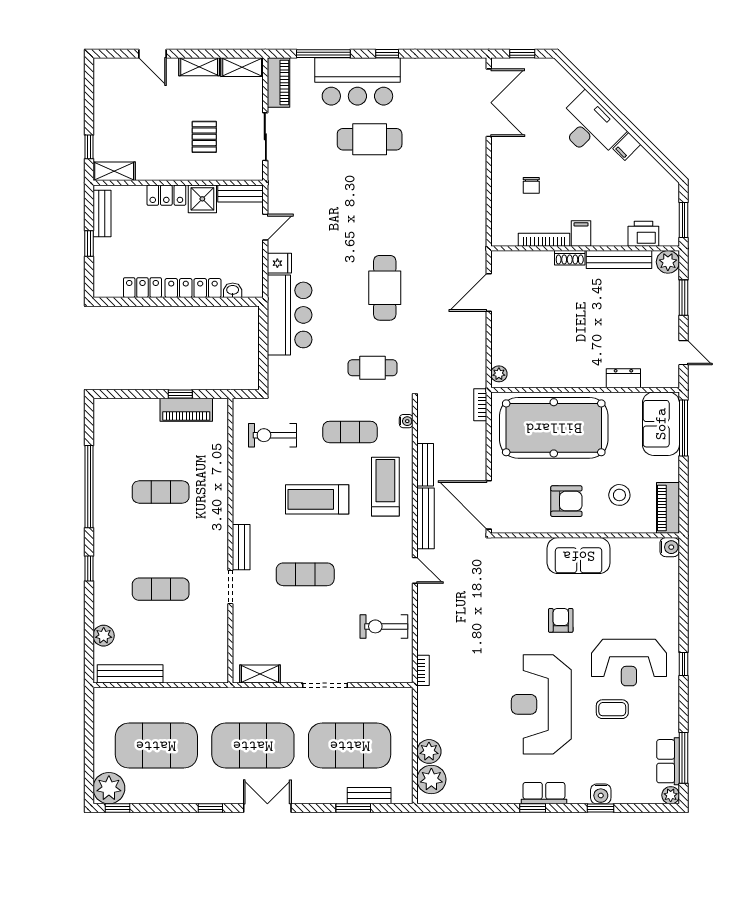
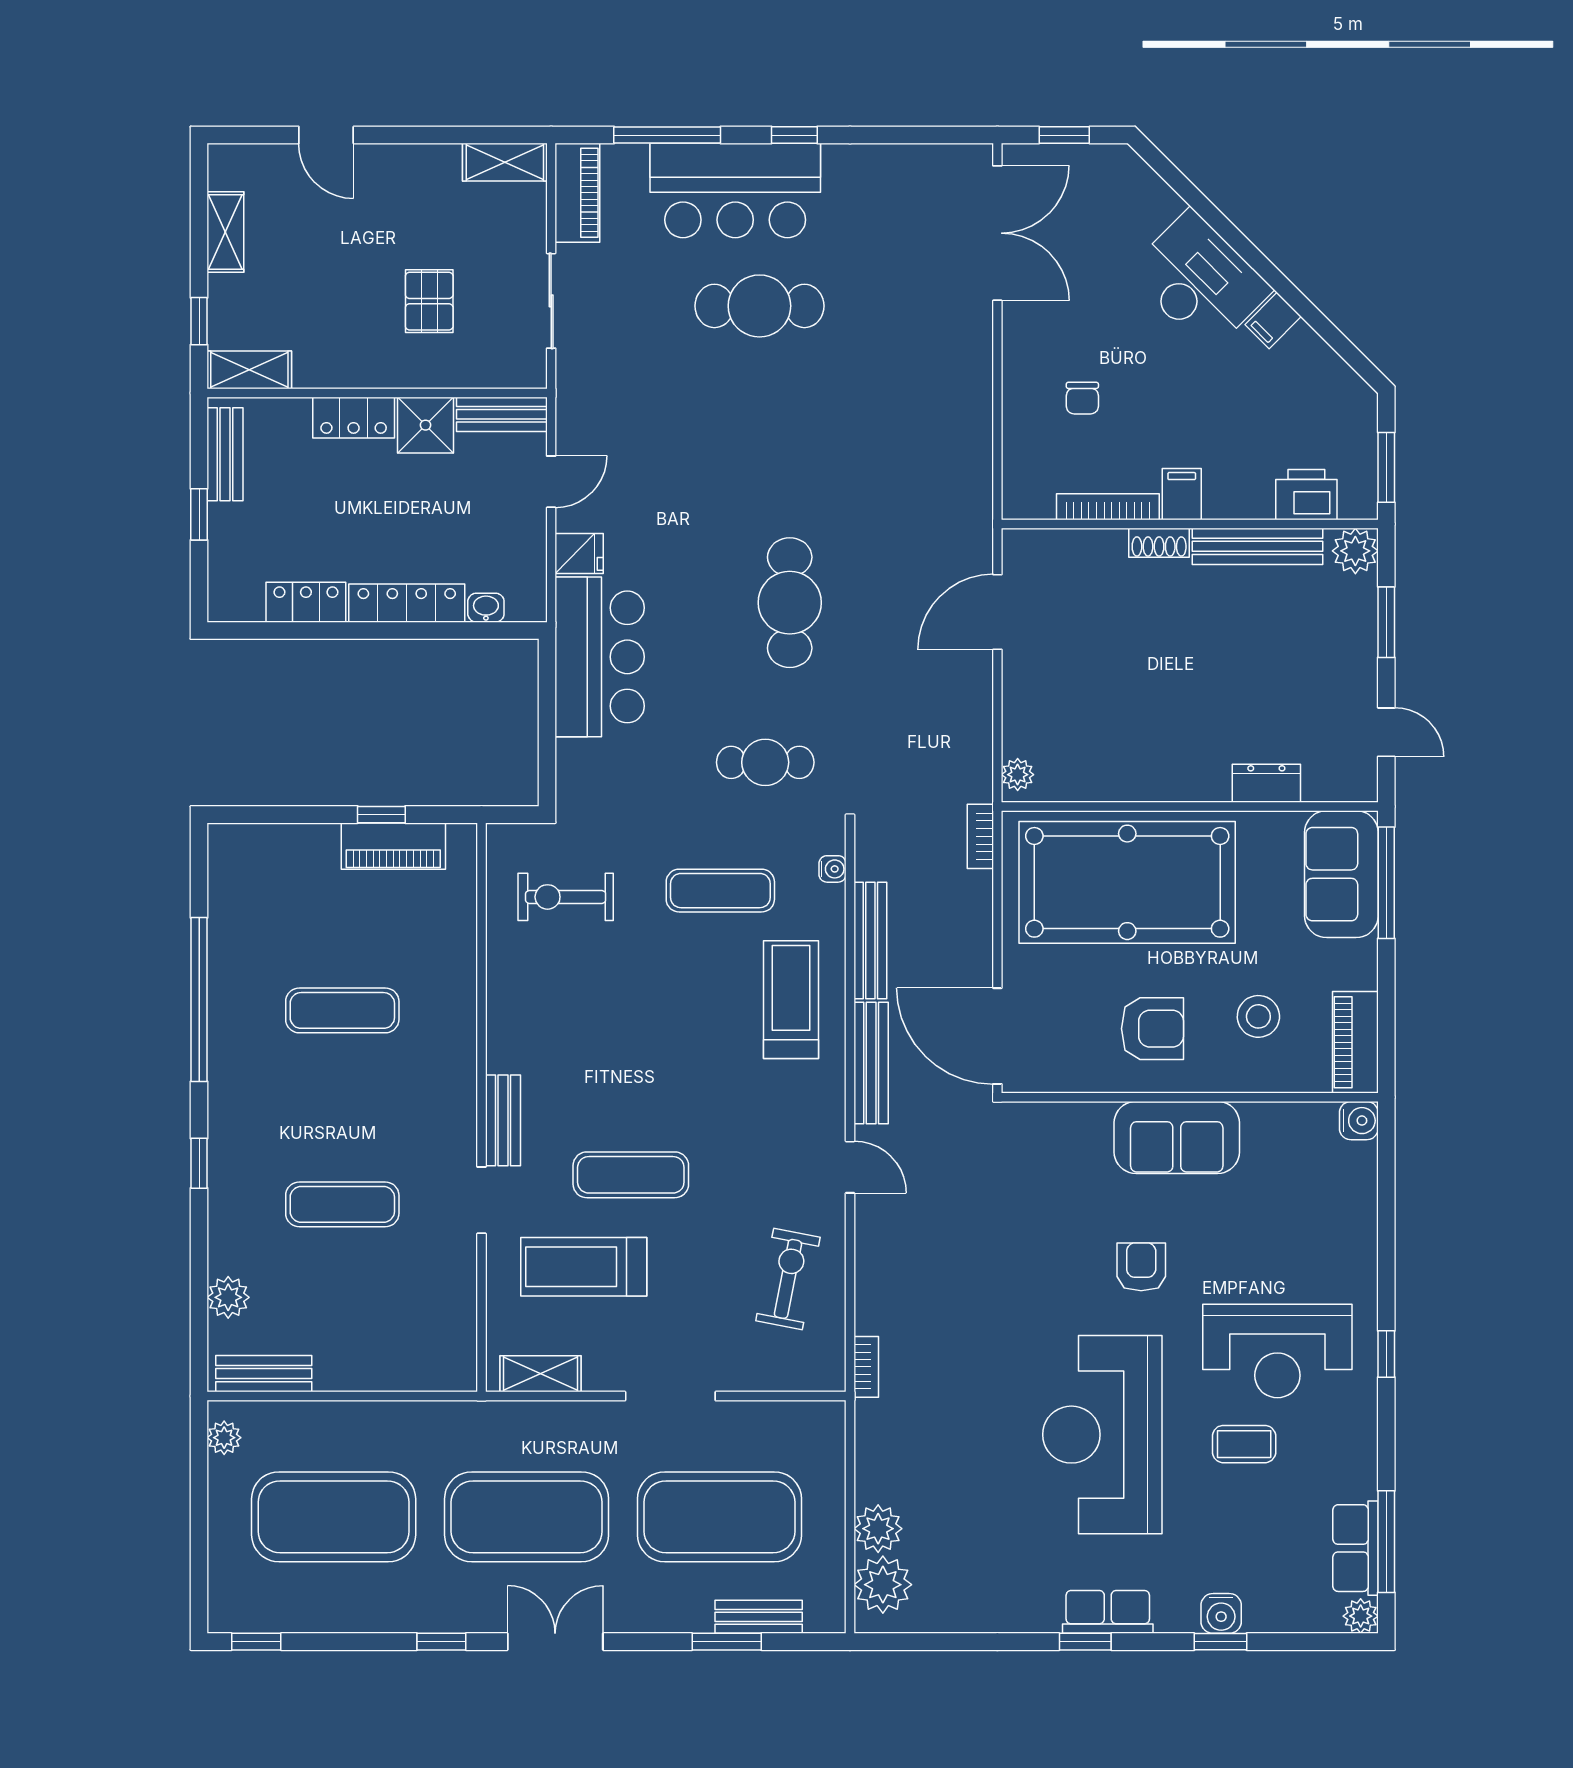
shelving: (199, 67) -> (225, 232), moved, turned 90
bench: (425, 465) -> (870, 941), width x1.36
treadmill: (317, 499) -> (584, 1267), moved
exercise bike: (384, 626) -> (788, 1279), turned 101
bench: (130, 674) -> (264, 1374), width x0.73
plant: (109, 788) -> (224, 1438), moved, width x0.53, depth x0.53

